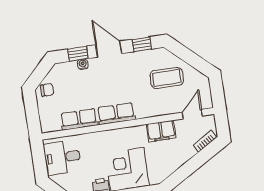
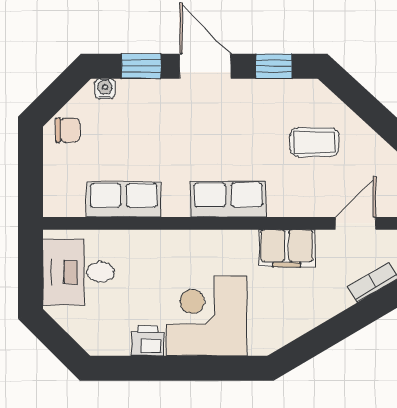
water cooler: (83, 64) -> (105, 89), moved
coffee table: (167, 78) -> (315, 142), width x0.73, depth x0.77
row of seats: (116, 114) -> (228, 199), moved

